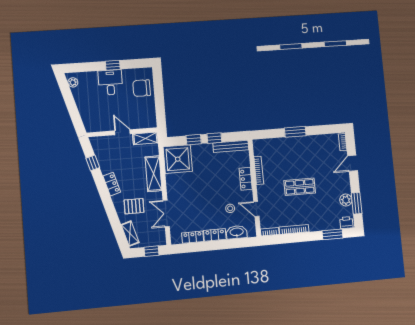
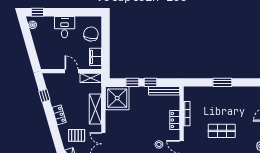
window: (113, 65) -> (37, 12), moved
chair: (142, 88) -> (91, 34), turned 98
filing cabinet: (149, 114) -> (96, 57), added

